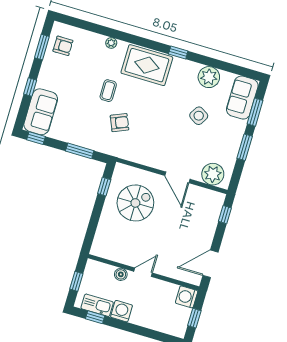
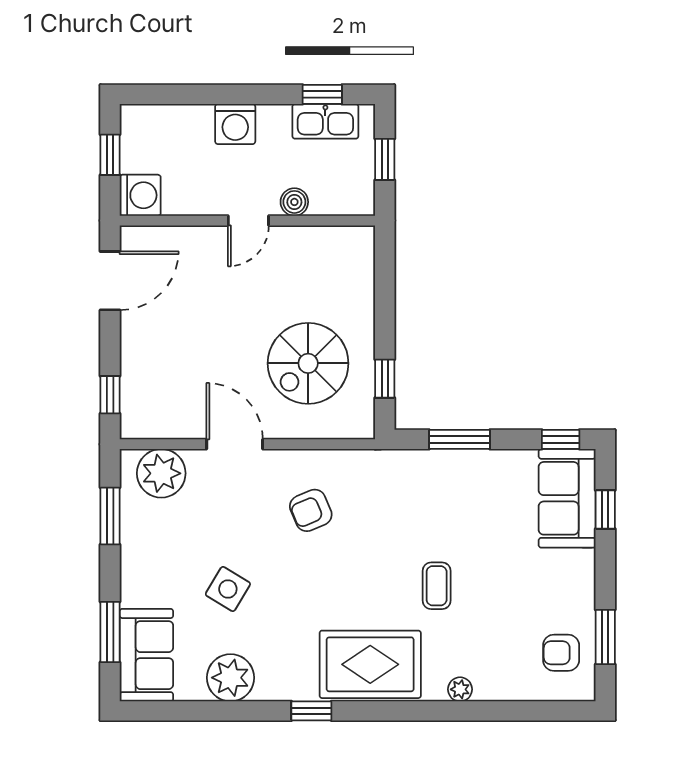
window: (30, 87) -> (605, 509), moved
armchair: (120, 123) -> (311, 510), moved
window: (245, 147) -> (110, 516), moved
washing machine: (121, 311) -> (235, 124), moved

